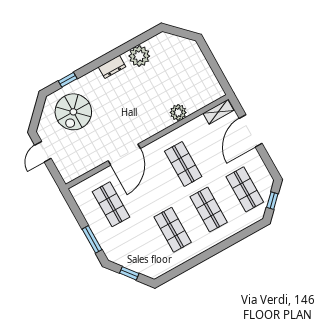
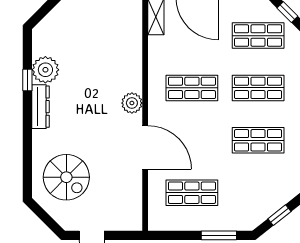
dresser: (112, 67) -> (41, 107), width x1.44
window: (68, 80) -> (27, 80), moved
plant: (178, 112) -> (132, 103), moved

